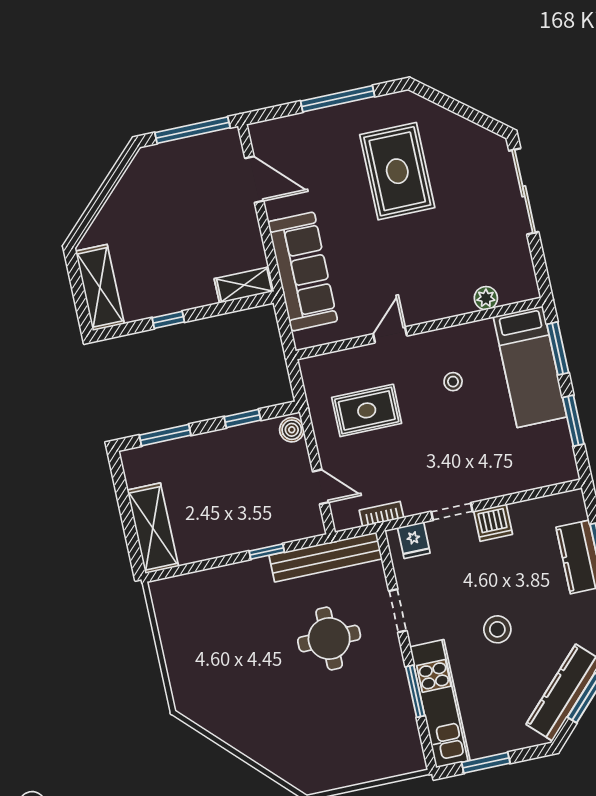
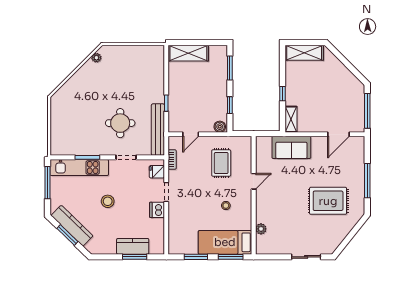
sliding door: (524, 191) -> (306, 257), width x0.73
sofa: (303, 271) -> (291, 147), width x0.73
window: (168, 320) -> (282, 94), moved
door: (390, 335) -> (254, 181), hinge flipped
plant: (204, 717) -> (96, 58), added
window: (486, 763) -> (48, 183), width x1.44

